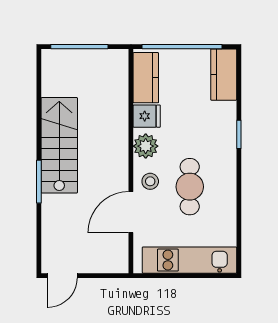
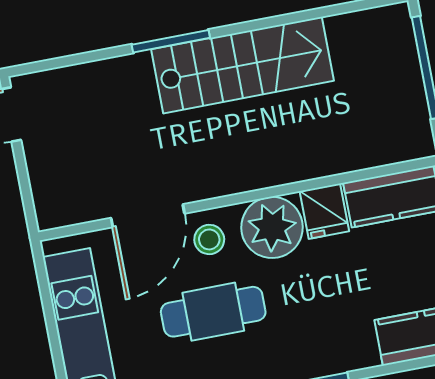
plant: (146, 146) -> (272, 227), width x1.36, depth x1.36
door: (131, 212) -> (148, 216), swing flipped

